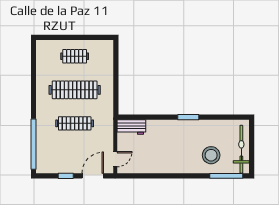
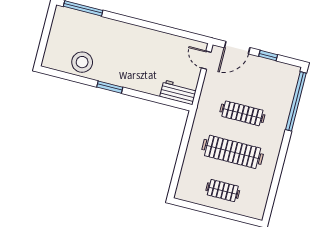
bicycle: (241, 149) -> (58, 35), removed
stool: (211, 155) -> (82, 62), moved
door: (115, 159) -> (206, 60), hinge flipped

